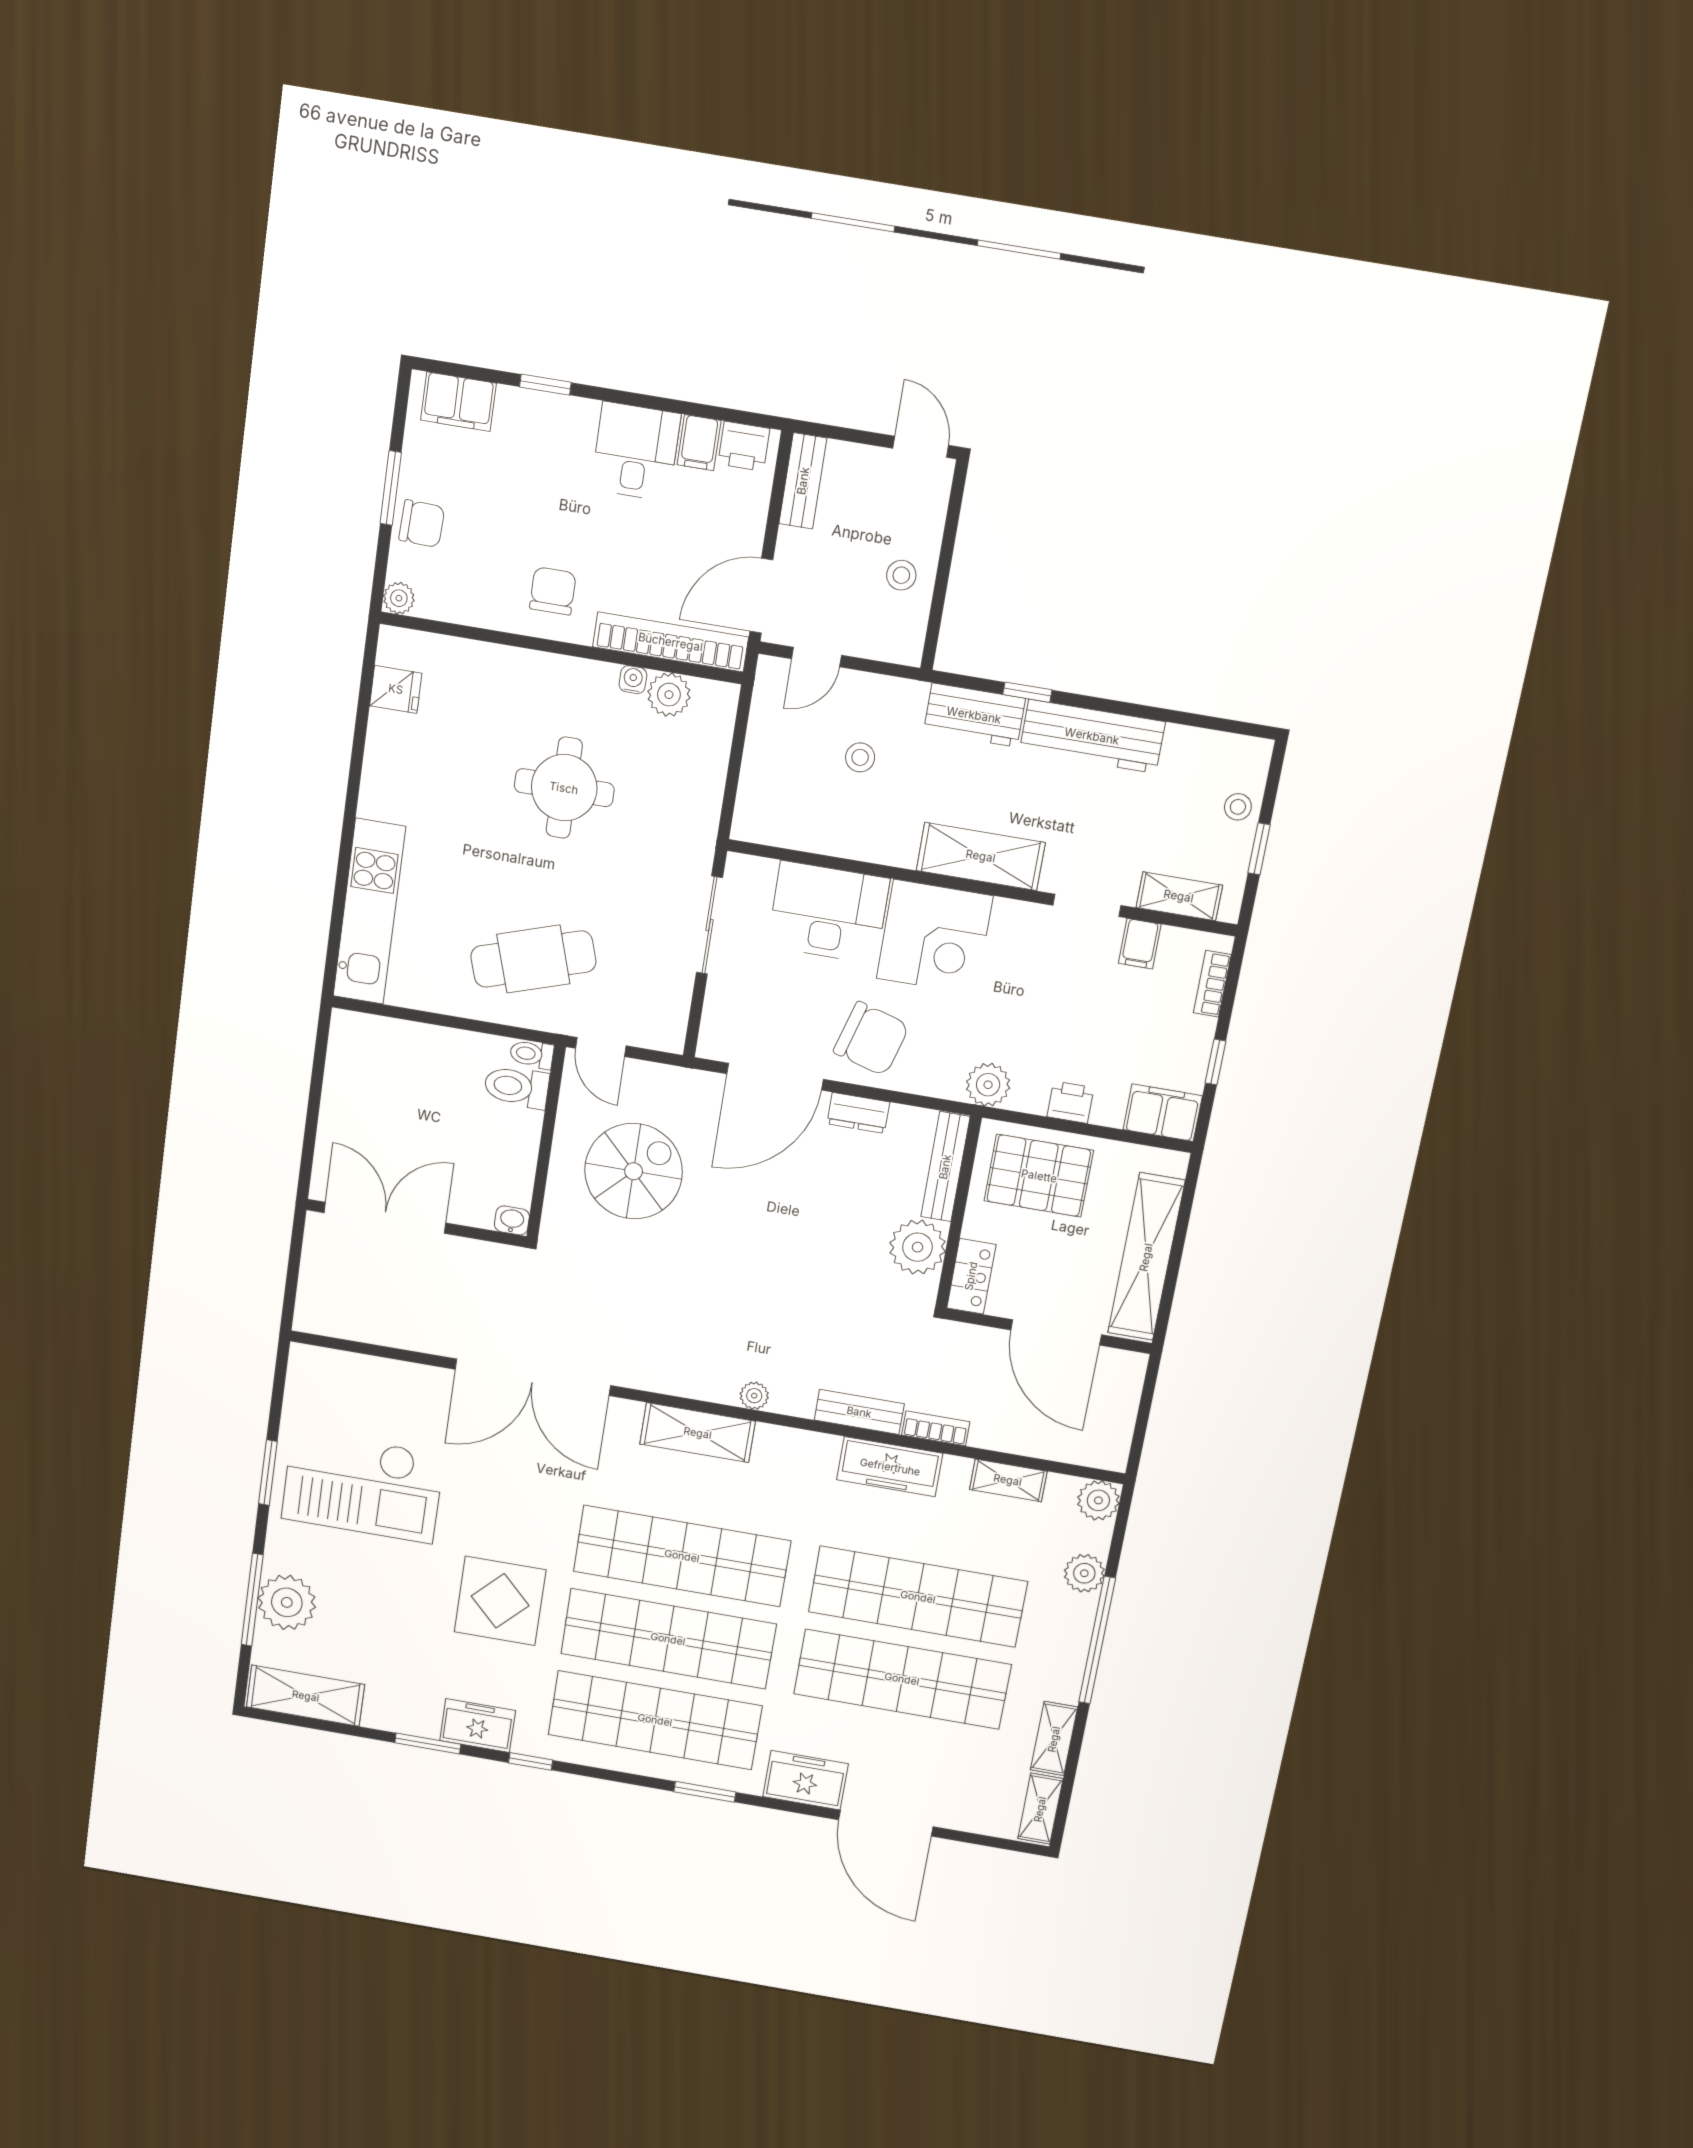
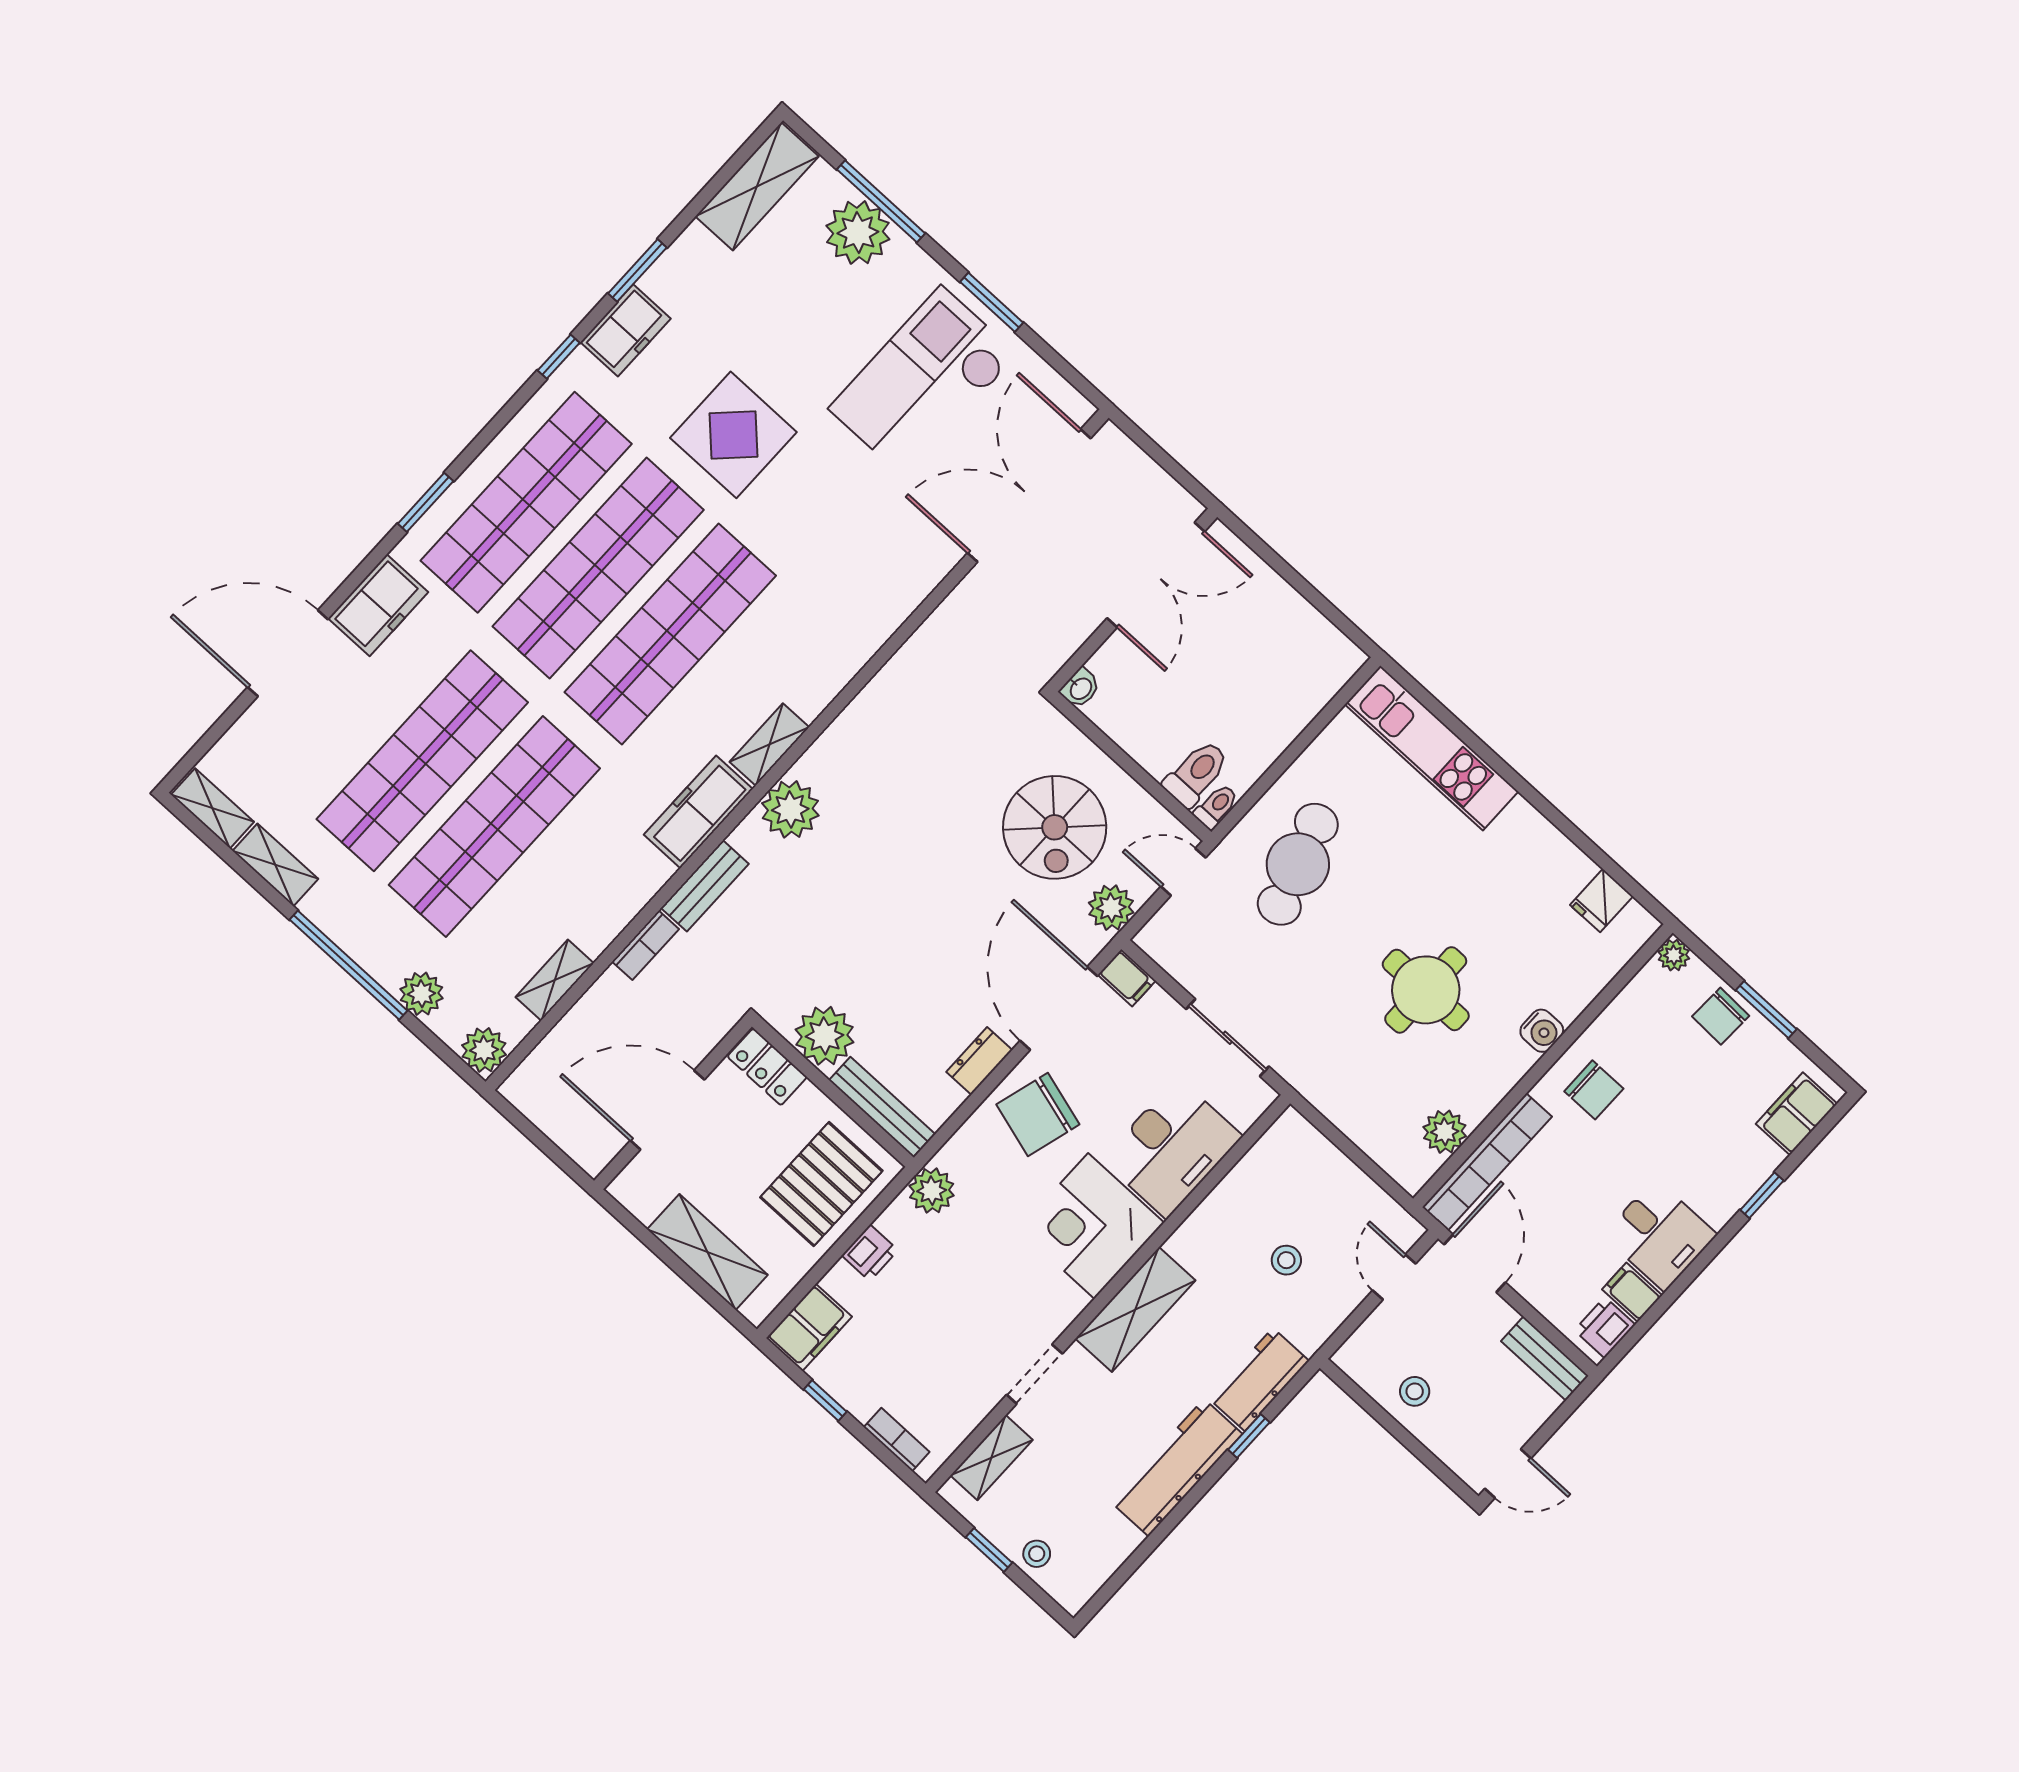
water cooler: (633, 680) -> (1542, 1031), moved, width x1.38, depth x1.38
filing cabinet: (1140, 944) -> (1127, 978), moved, turned 180
plant: (667, 1086) -> (1111, 908), added
shelving: (1146, 1257) -> (707, 1252), width x0.68
double door: (533, 1377) -> (1029, 496), moved
plant: (754, 1396) -> (790, 809), width x1.88, depth x1.88
shelving: (698, 1433) -> (769, 744), width x0.67, depth x0.75
freezer: (890, 1467) -> (698, 812), moved

